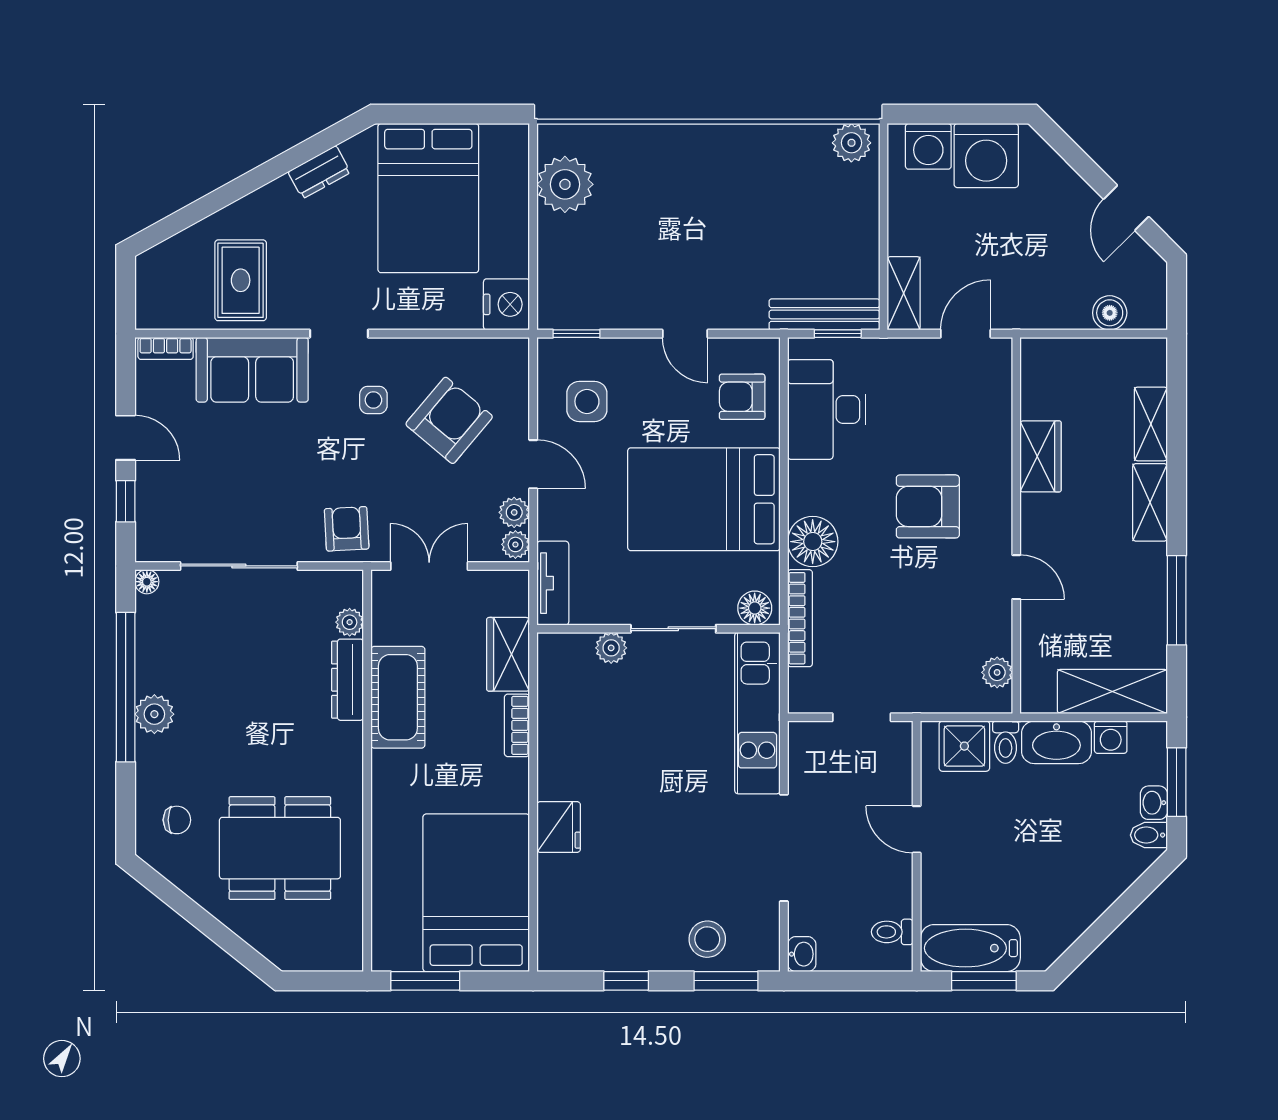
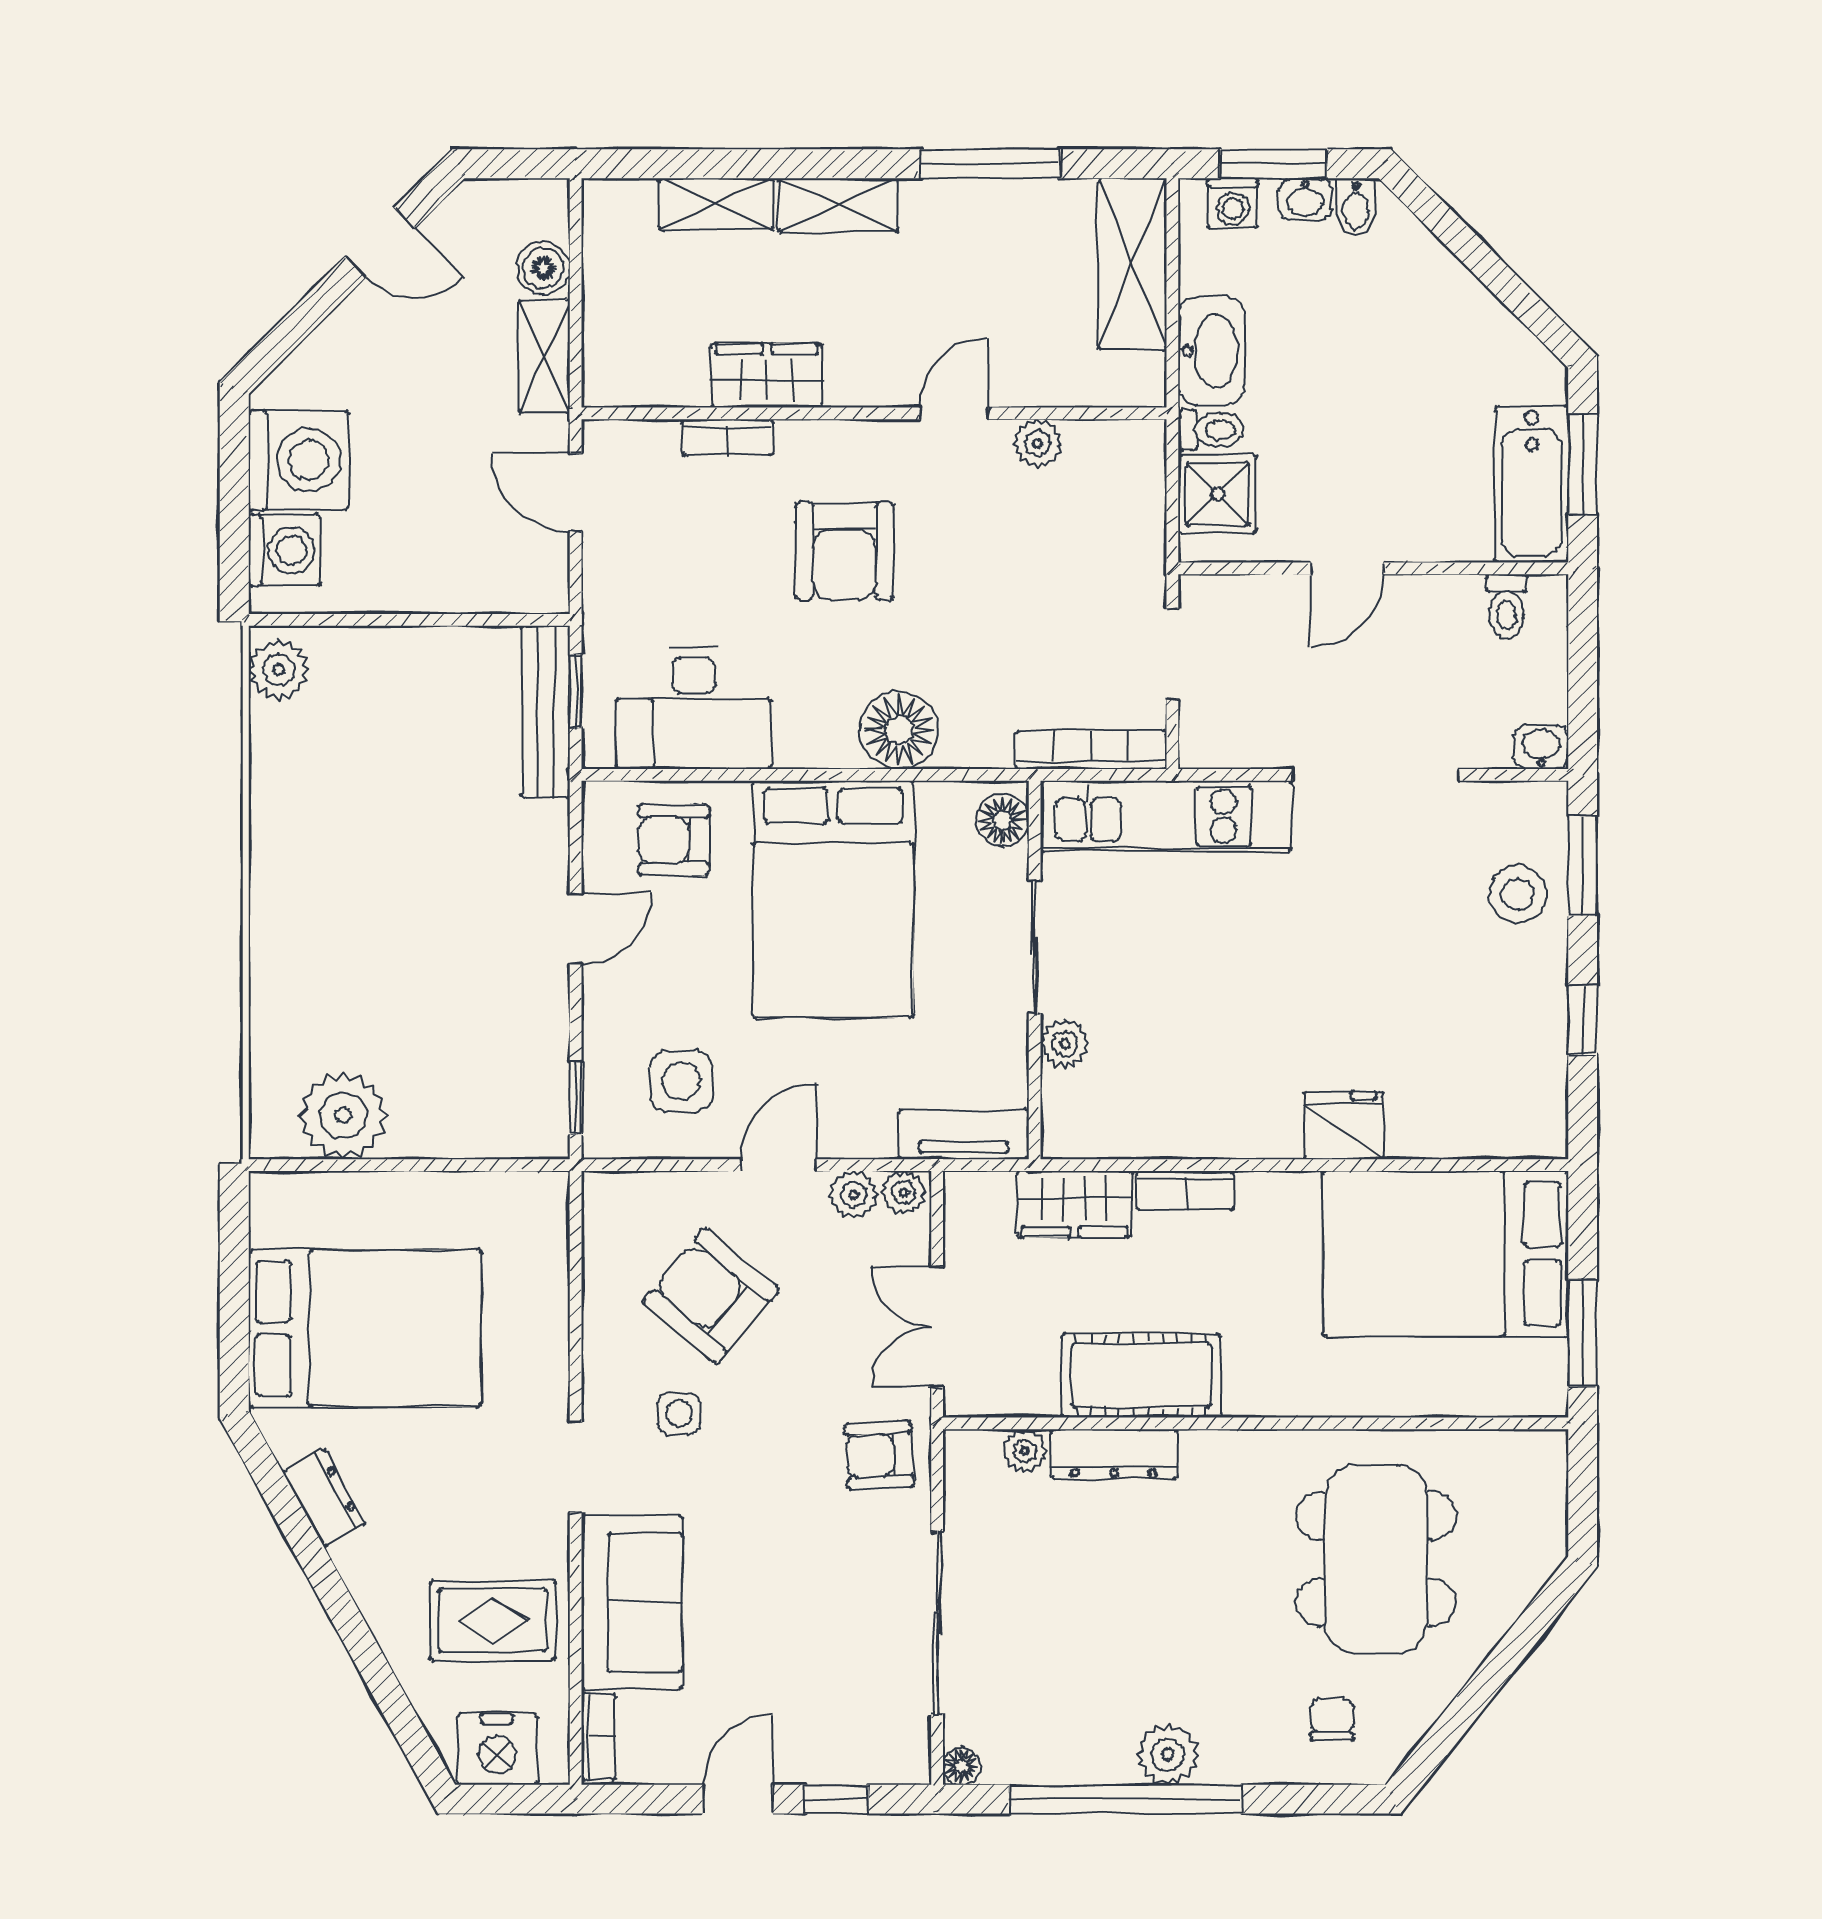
shelving: (904, 293) -> (544, 356), moved, turned 90
nightstand: (506, 304) -> (497, 1749), moved, turned 180
armchair: (742, 397) -> (674, 840), turned 90
bookcase: (1001, 431) -> (728, 437), added
bookcase: (800, 618) -> (1091, 750), moved
plant: (997, 672) -> (1037, 443), moved
washing machine: (1111, 737) -> (1233, 203), moved, turned 90

